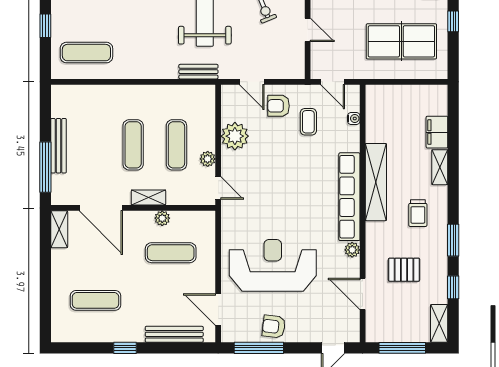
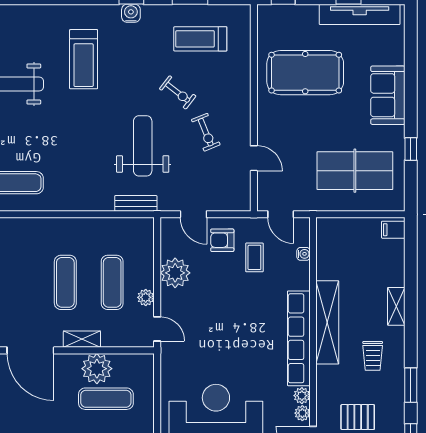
filing cabinet: (437, 132) -> (393, 230), moved, width x0.50
plant: (162, 218) -> (97, 369), width x1.88, depth x1.88
plant: (353, 266) -> (302, 413), added

